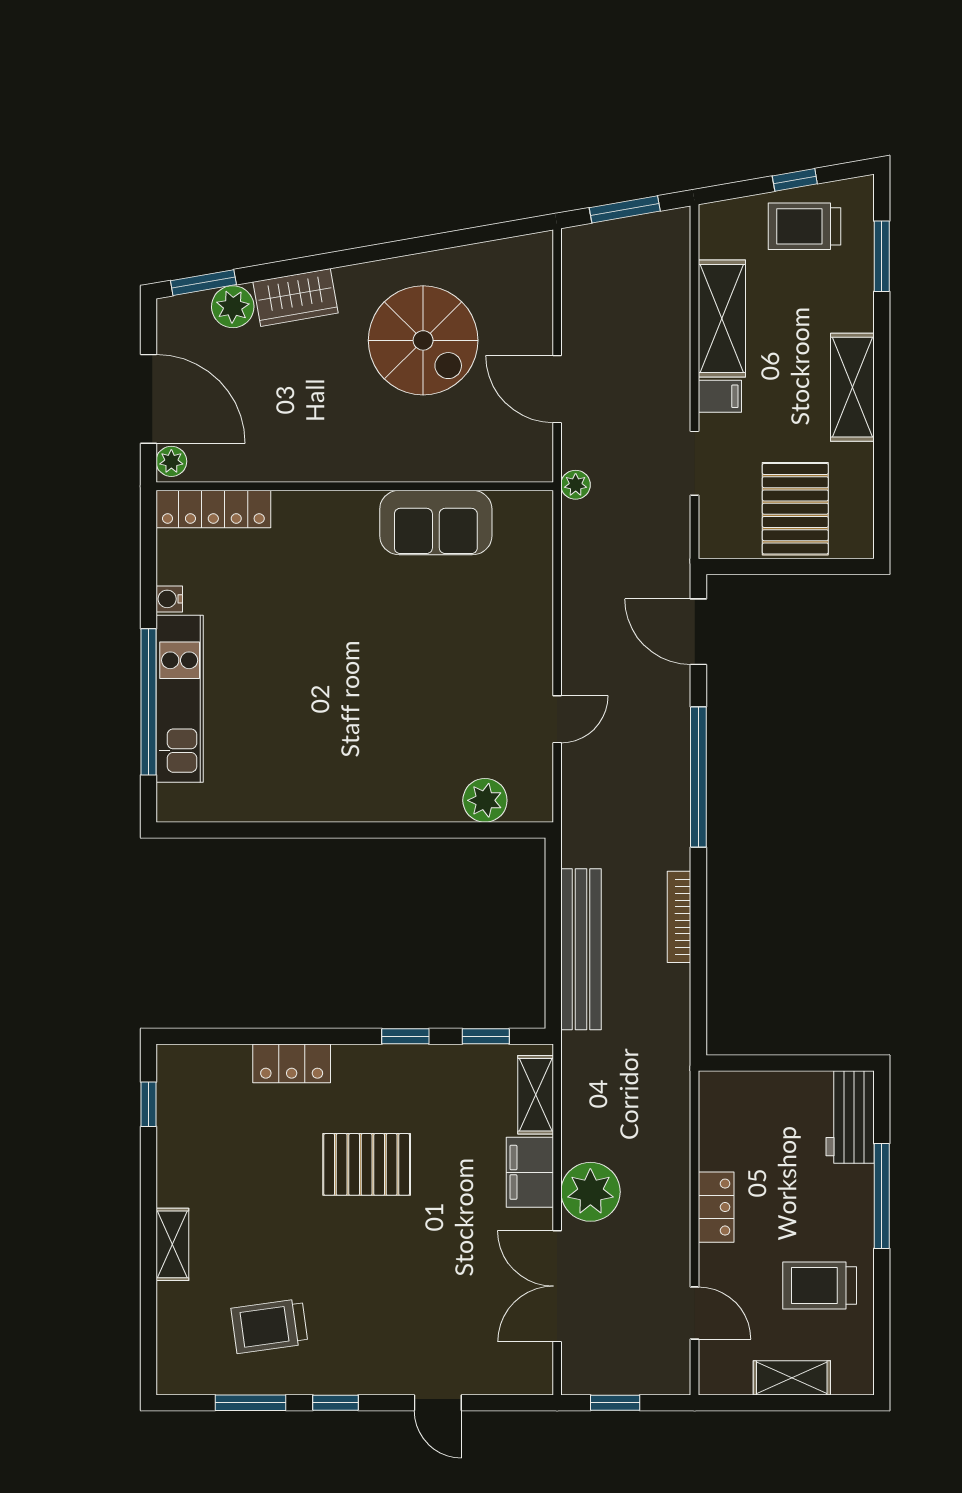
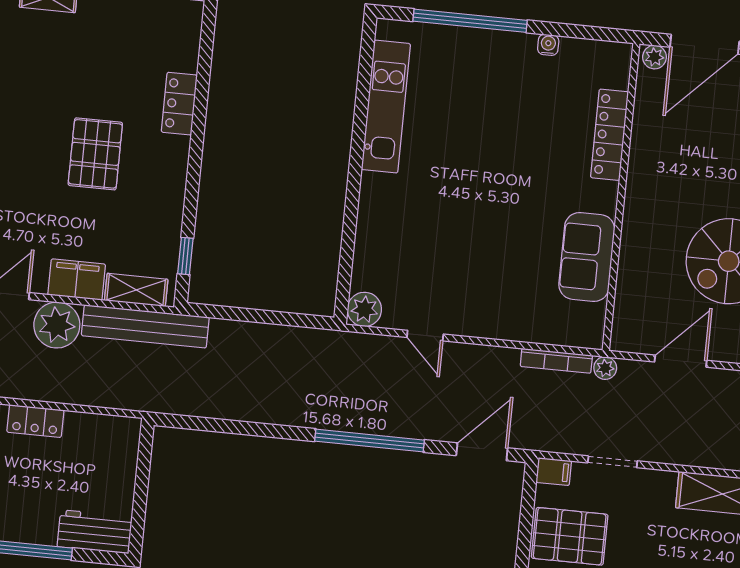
filing cabinet: (720, 396) -> (554, 472), moved, turned -90
locker: (213, 509) -> (609, 135), moved
kitchen unit: (180, 699) -> (386, 107), moved, turned -90
plant: (485, 800) -> (364, 309), moved
bookcase: (679, 917) -> (556, 361), moved, turned 180
bench: (581, 949) -> (145, 326), moved
window: (405, 1036) -> (192, 194), removed

